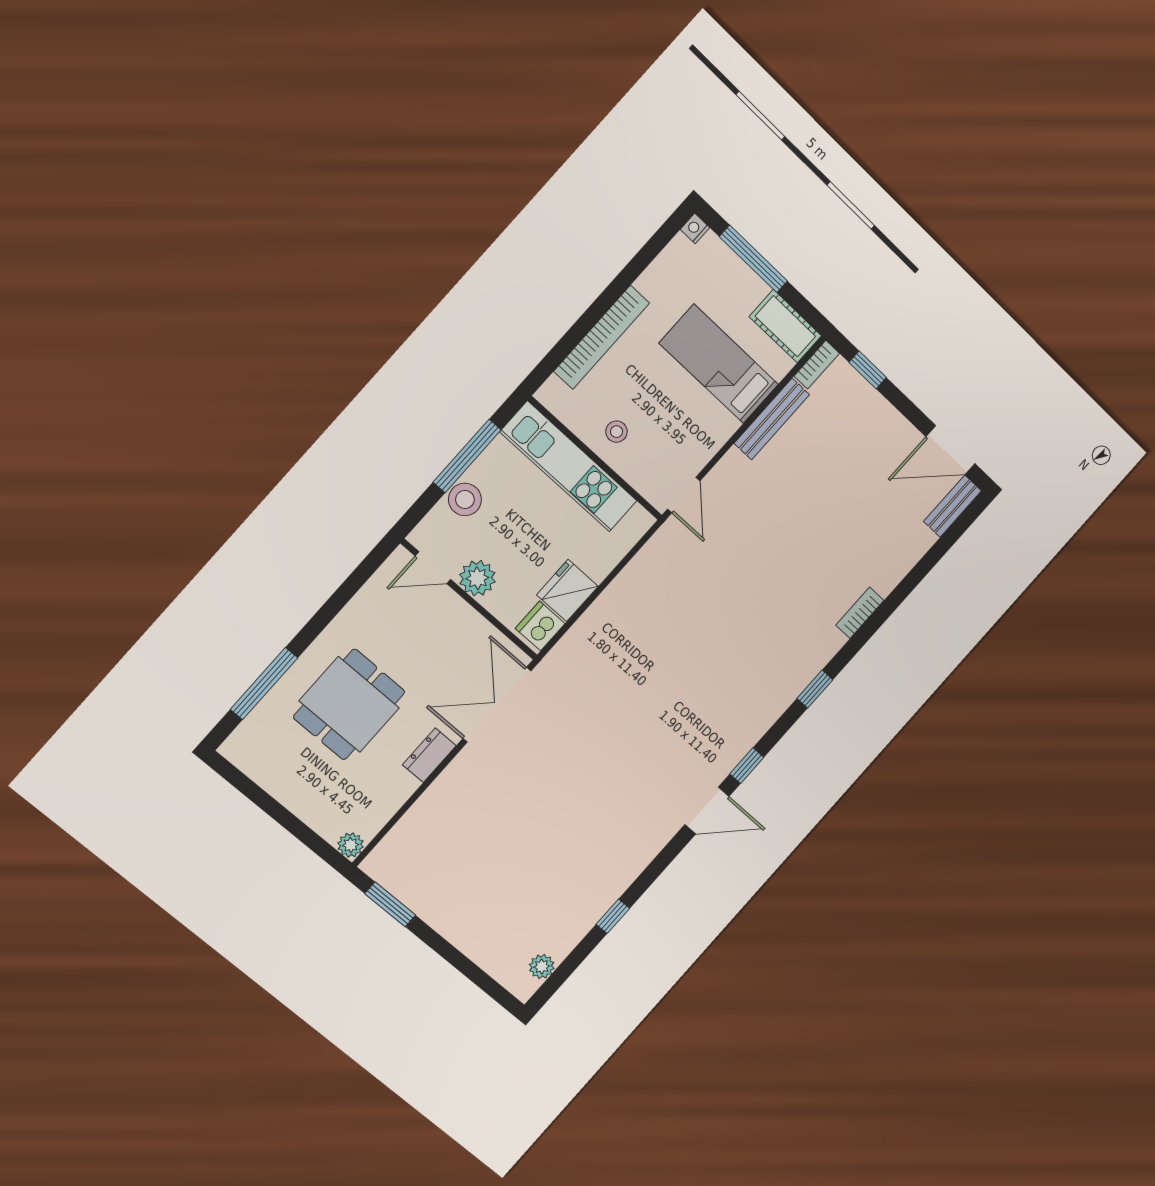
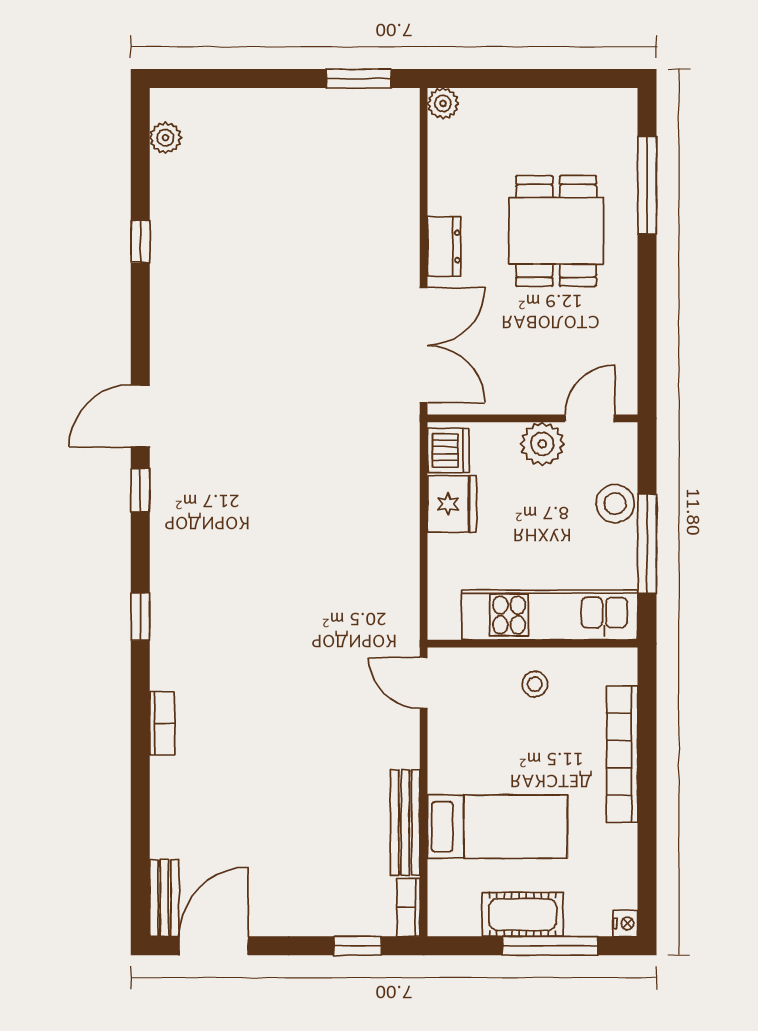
cot: (785, 326) -> (523, 914), moved

